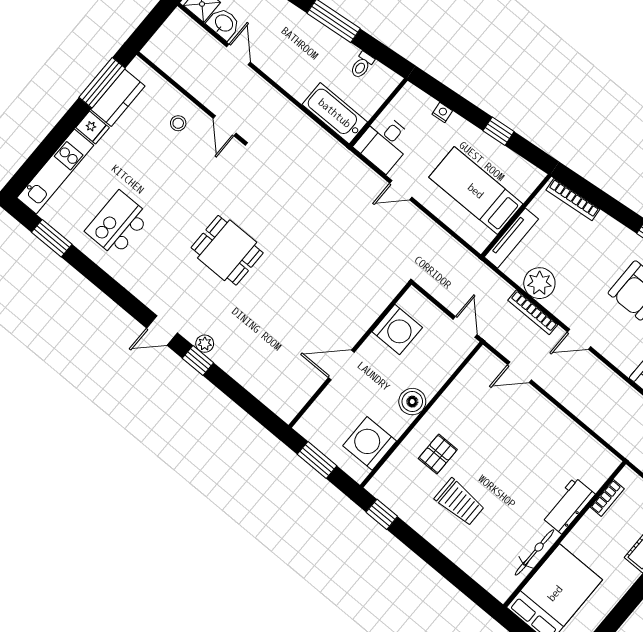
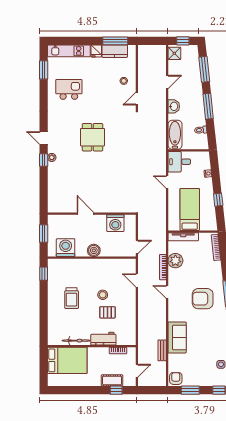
washbasin: (224, 24) -> (174, 106), moved
stool: (496, 447) -> (103, 295), added
pallet: (438, 454) -> (107, 312), moved

